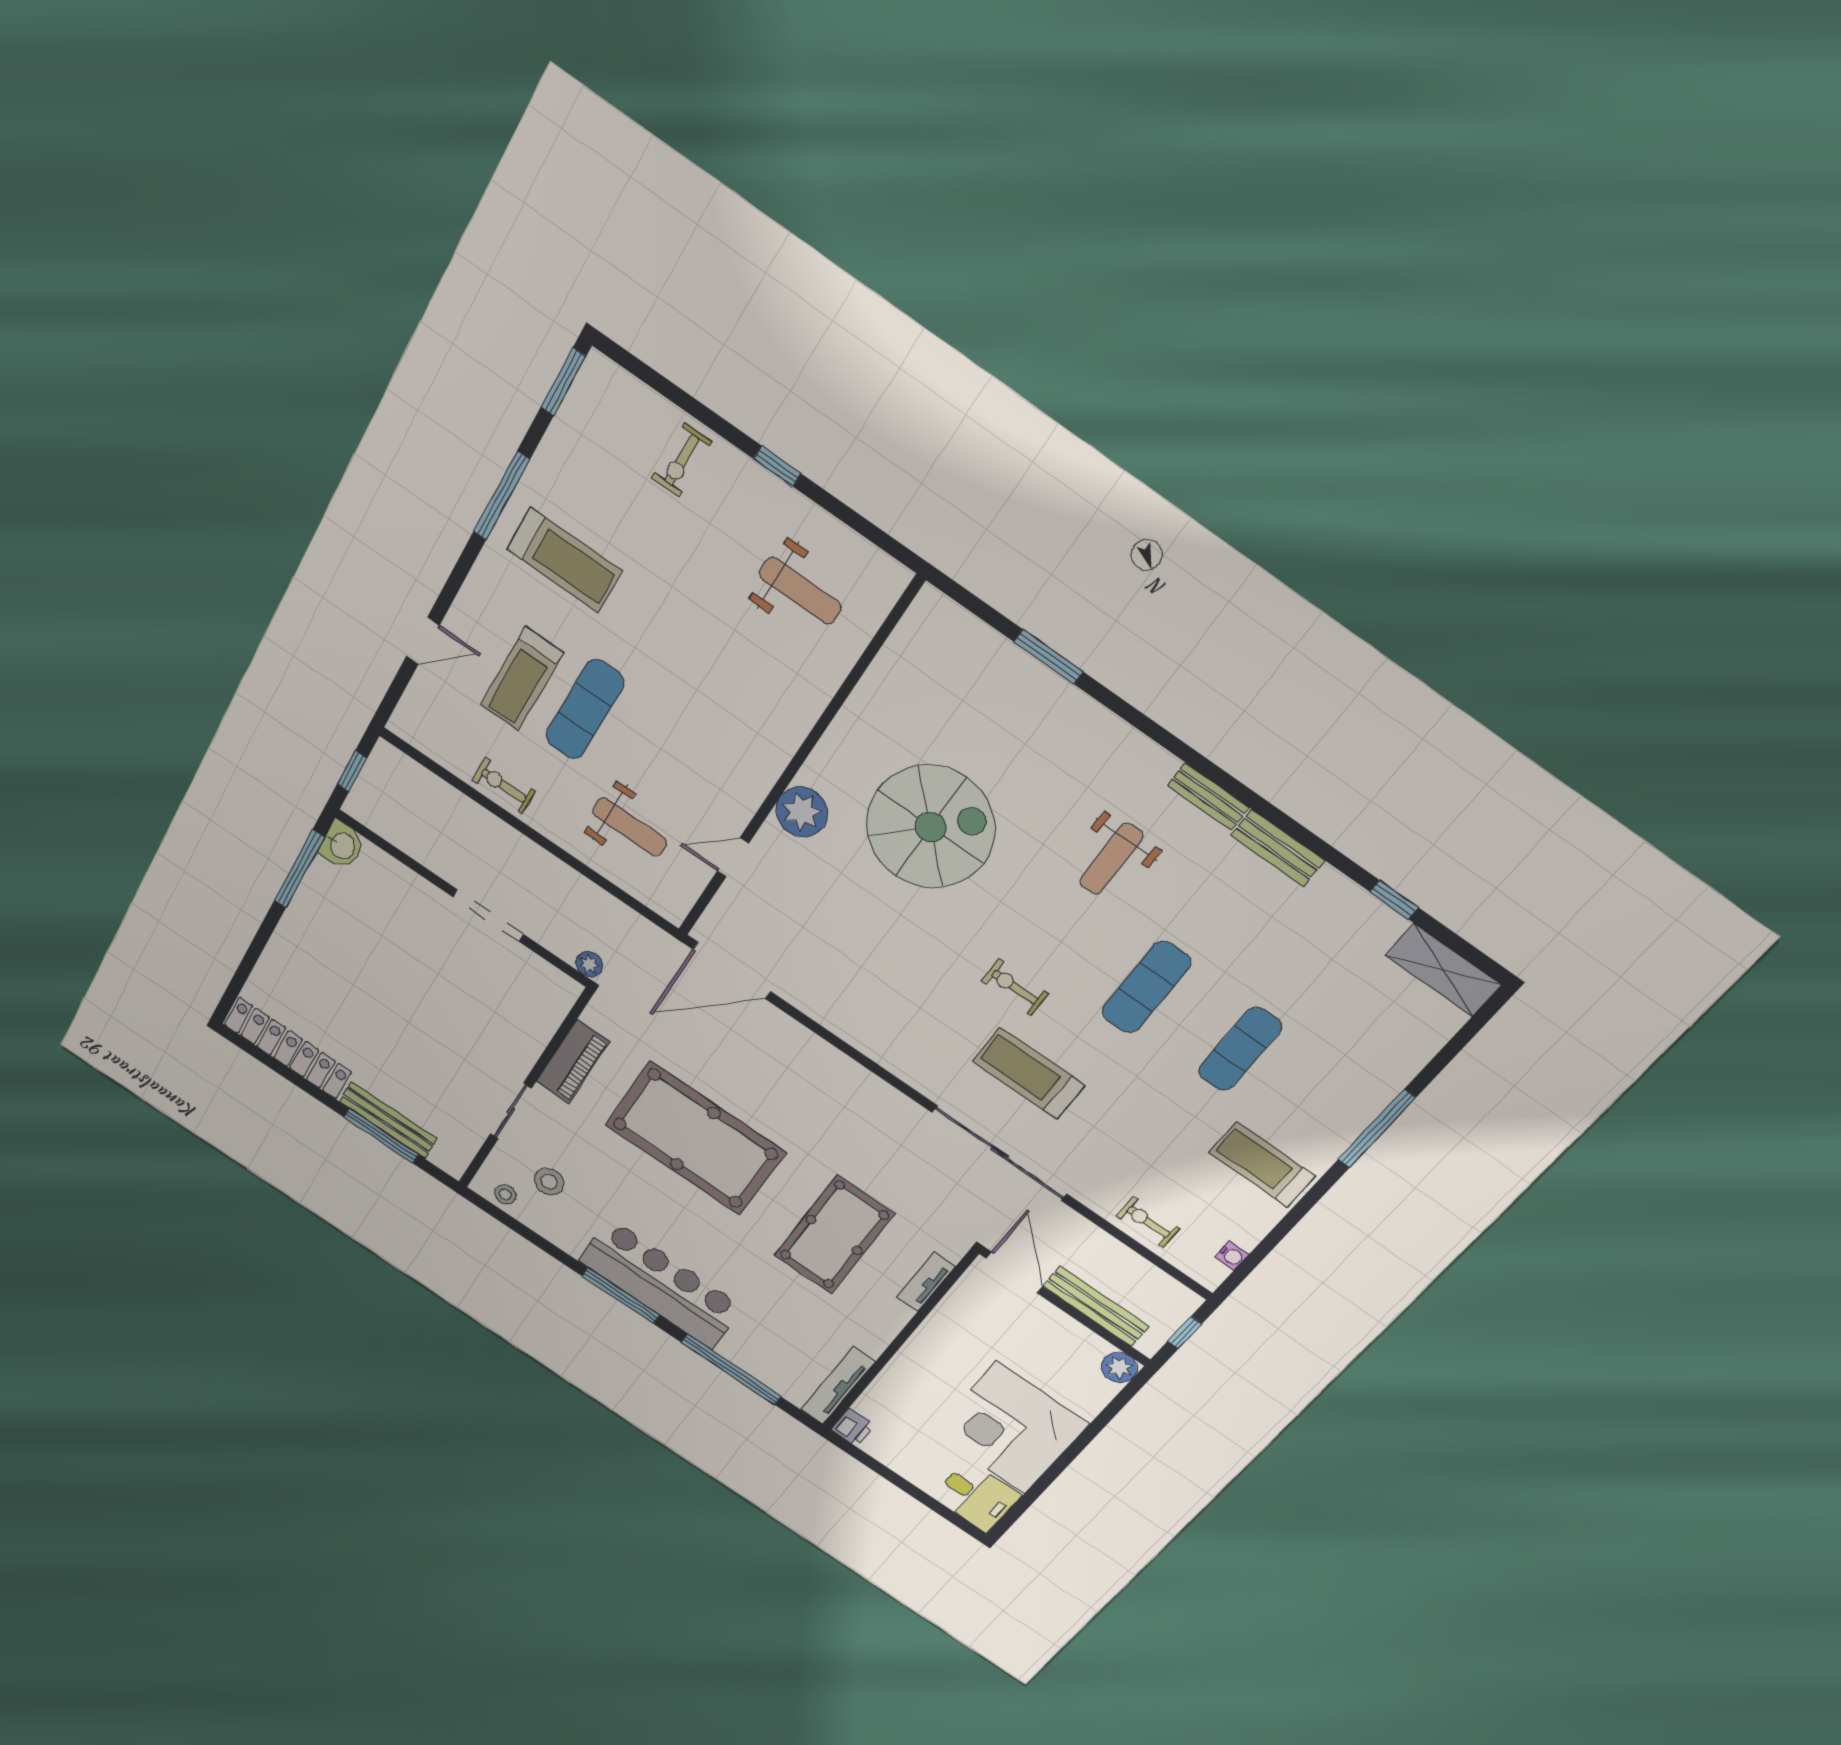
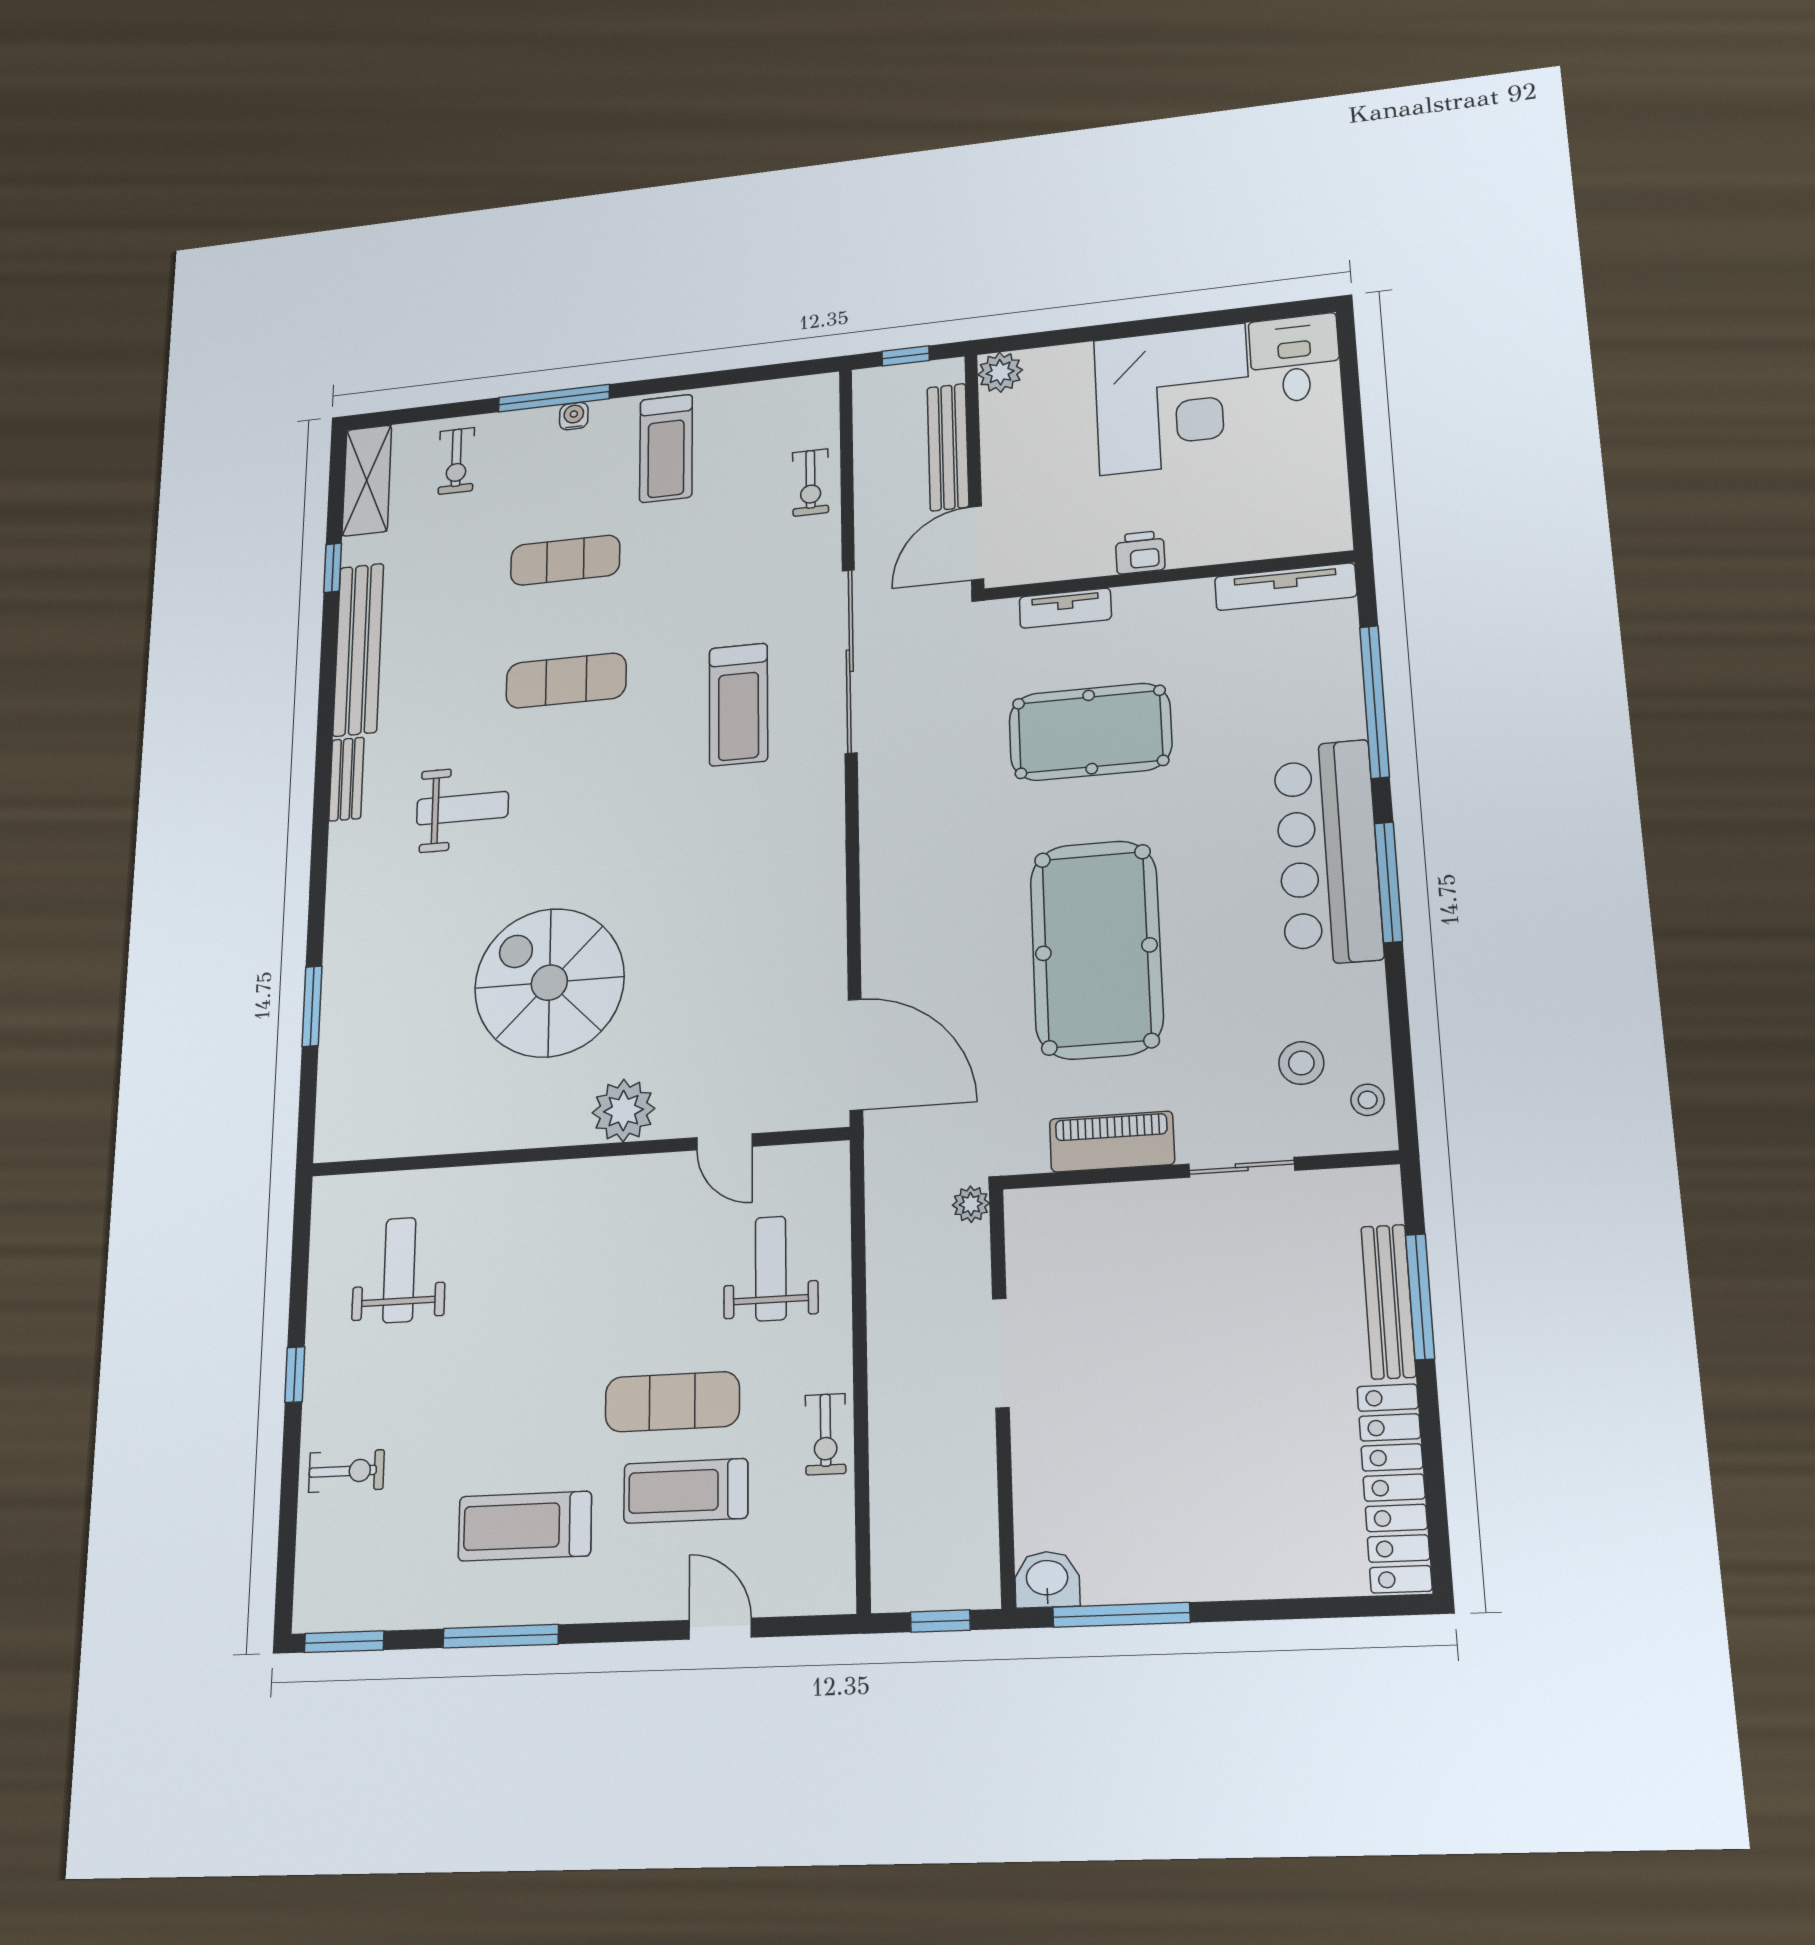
treadmill: (564, 560) -> (525, 1526), turned -90
treadmill: (522, 679) -> (686, 1491), turned 180
bench: (1278, 848) -> (358, 649), width x1.86, depth x1.21
exercise bike: (1015, 987) -> (456, 461), moved
water cooler: (1231, 1256) -> (574, 416), moved
printer: (853, 1427) -> (1140, 552), moved

